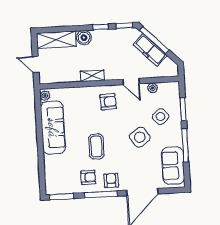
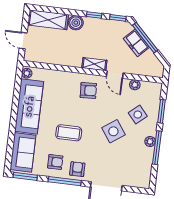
freezer: (150, 50) -> (136, 43), width x0.71
shelving: (92, 76) -> (94, 64), moved
plant: (177, 141) -> (150, 141), added
coffee table: (96, 147) -> (69, 133), turned 90
sofa: (173, 166) -> (23, 152), moved, turned 180

